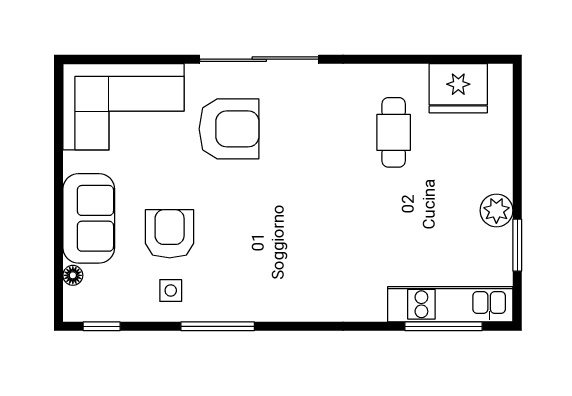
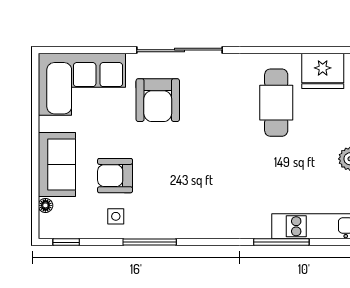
armchair: (229, 129) -> (158, 100), turned 90
cafe table: (394, 132) -> (276, 103), width x1.37, depth x1.35
armchair: (170, 234) -> (115, 176), turned -90
window: (444, 326) -> (281, 242), moved

